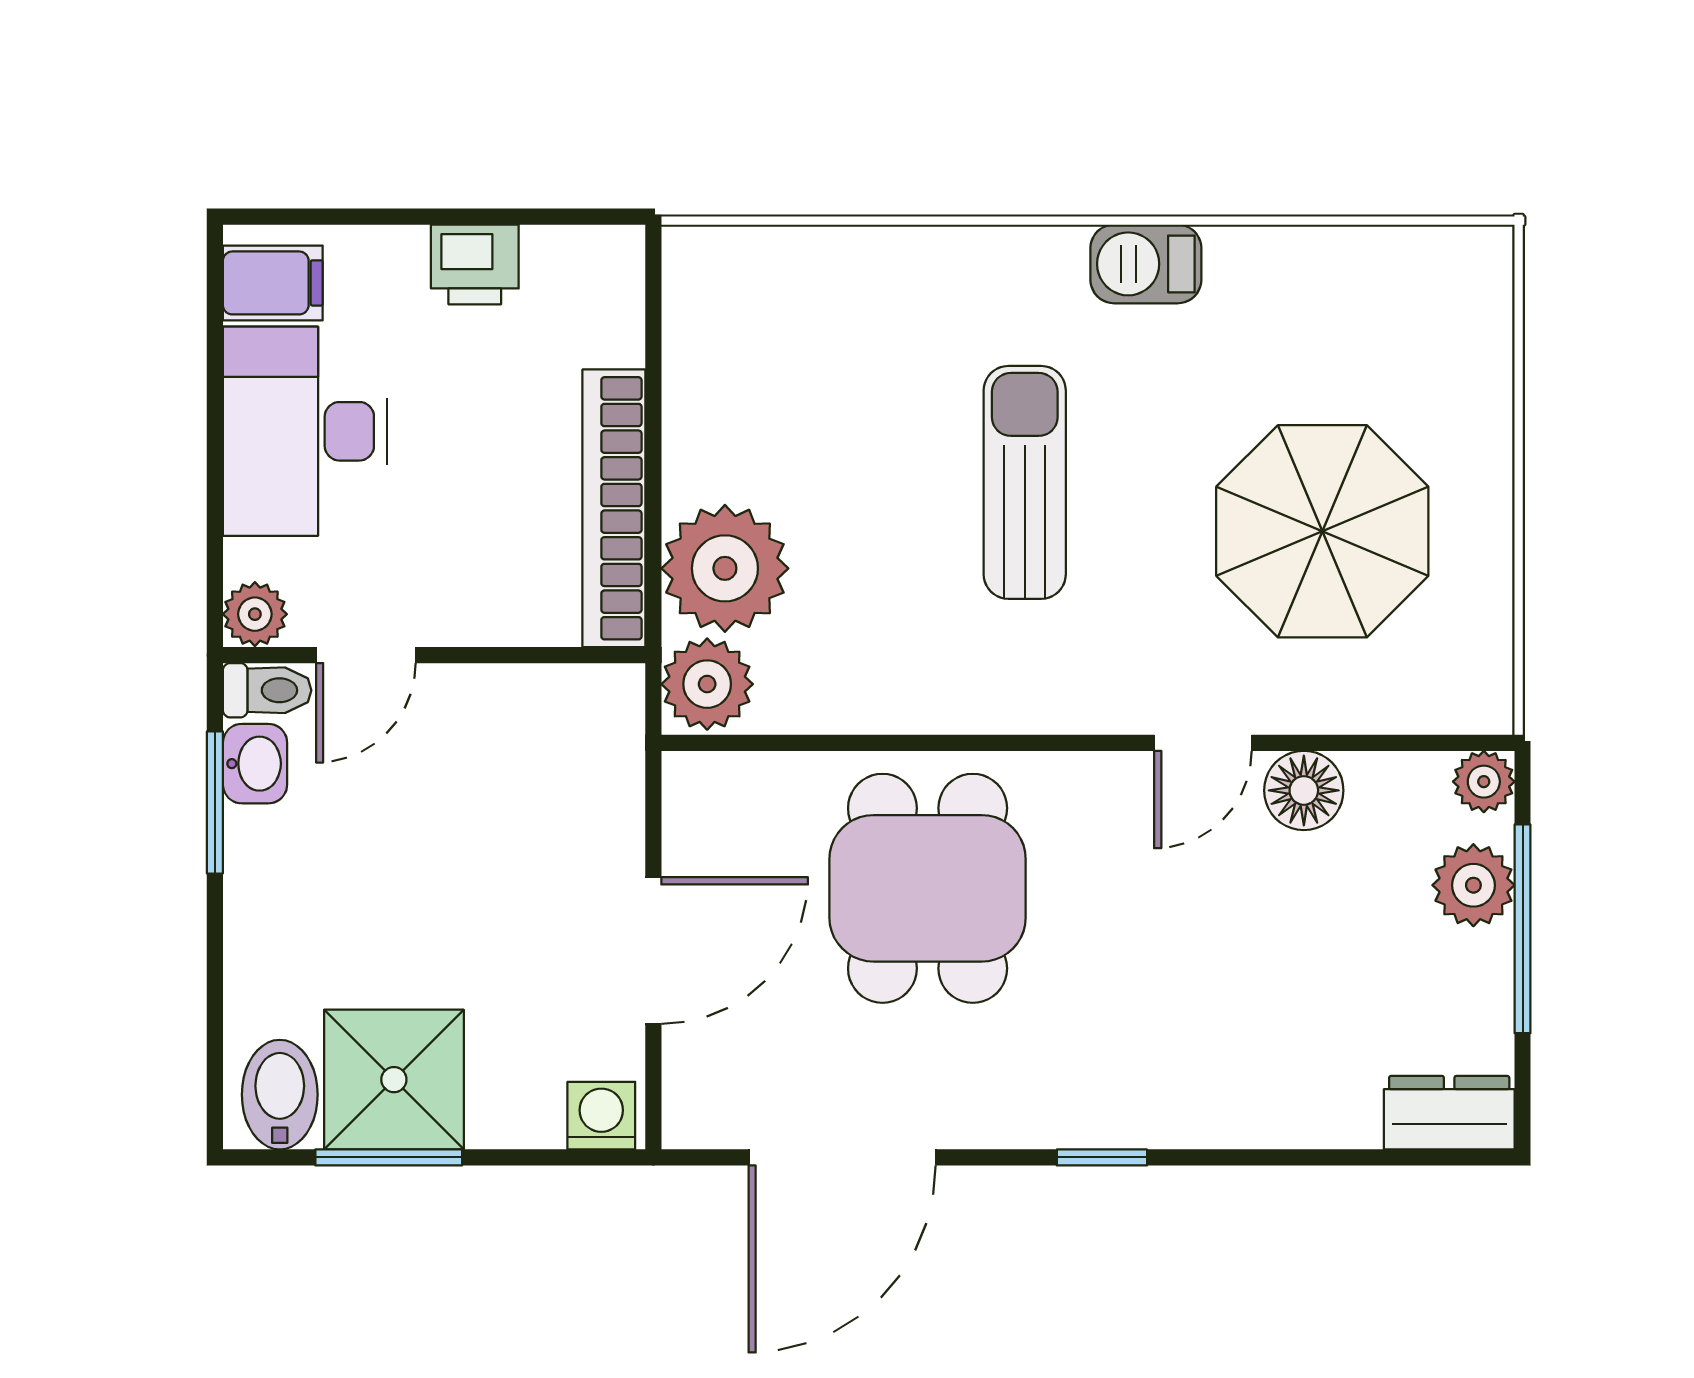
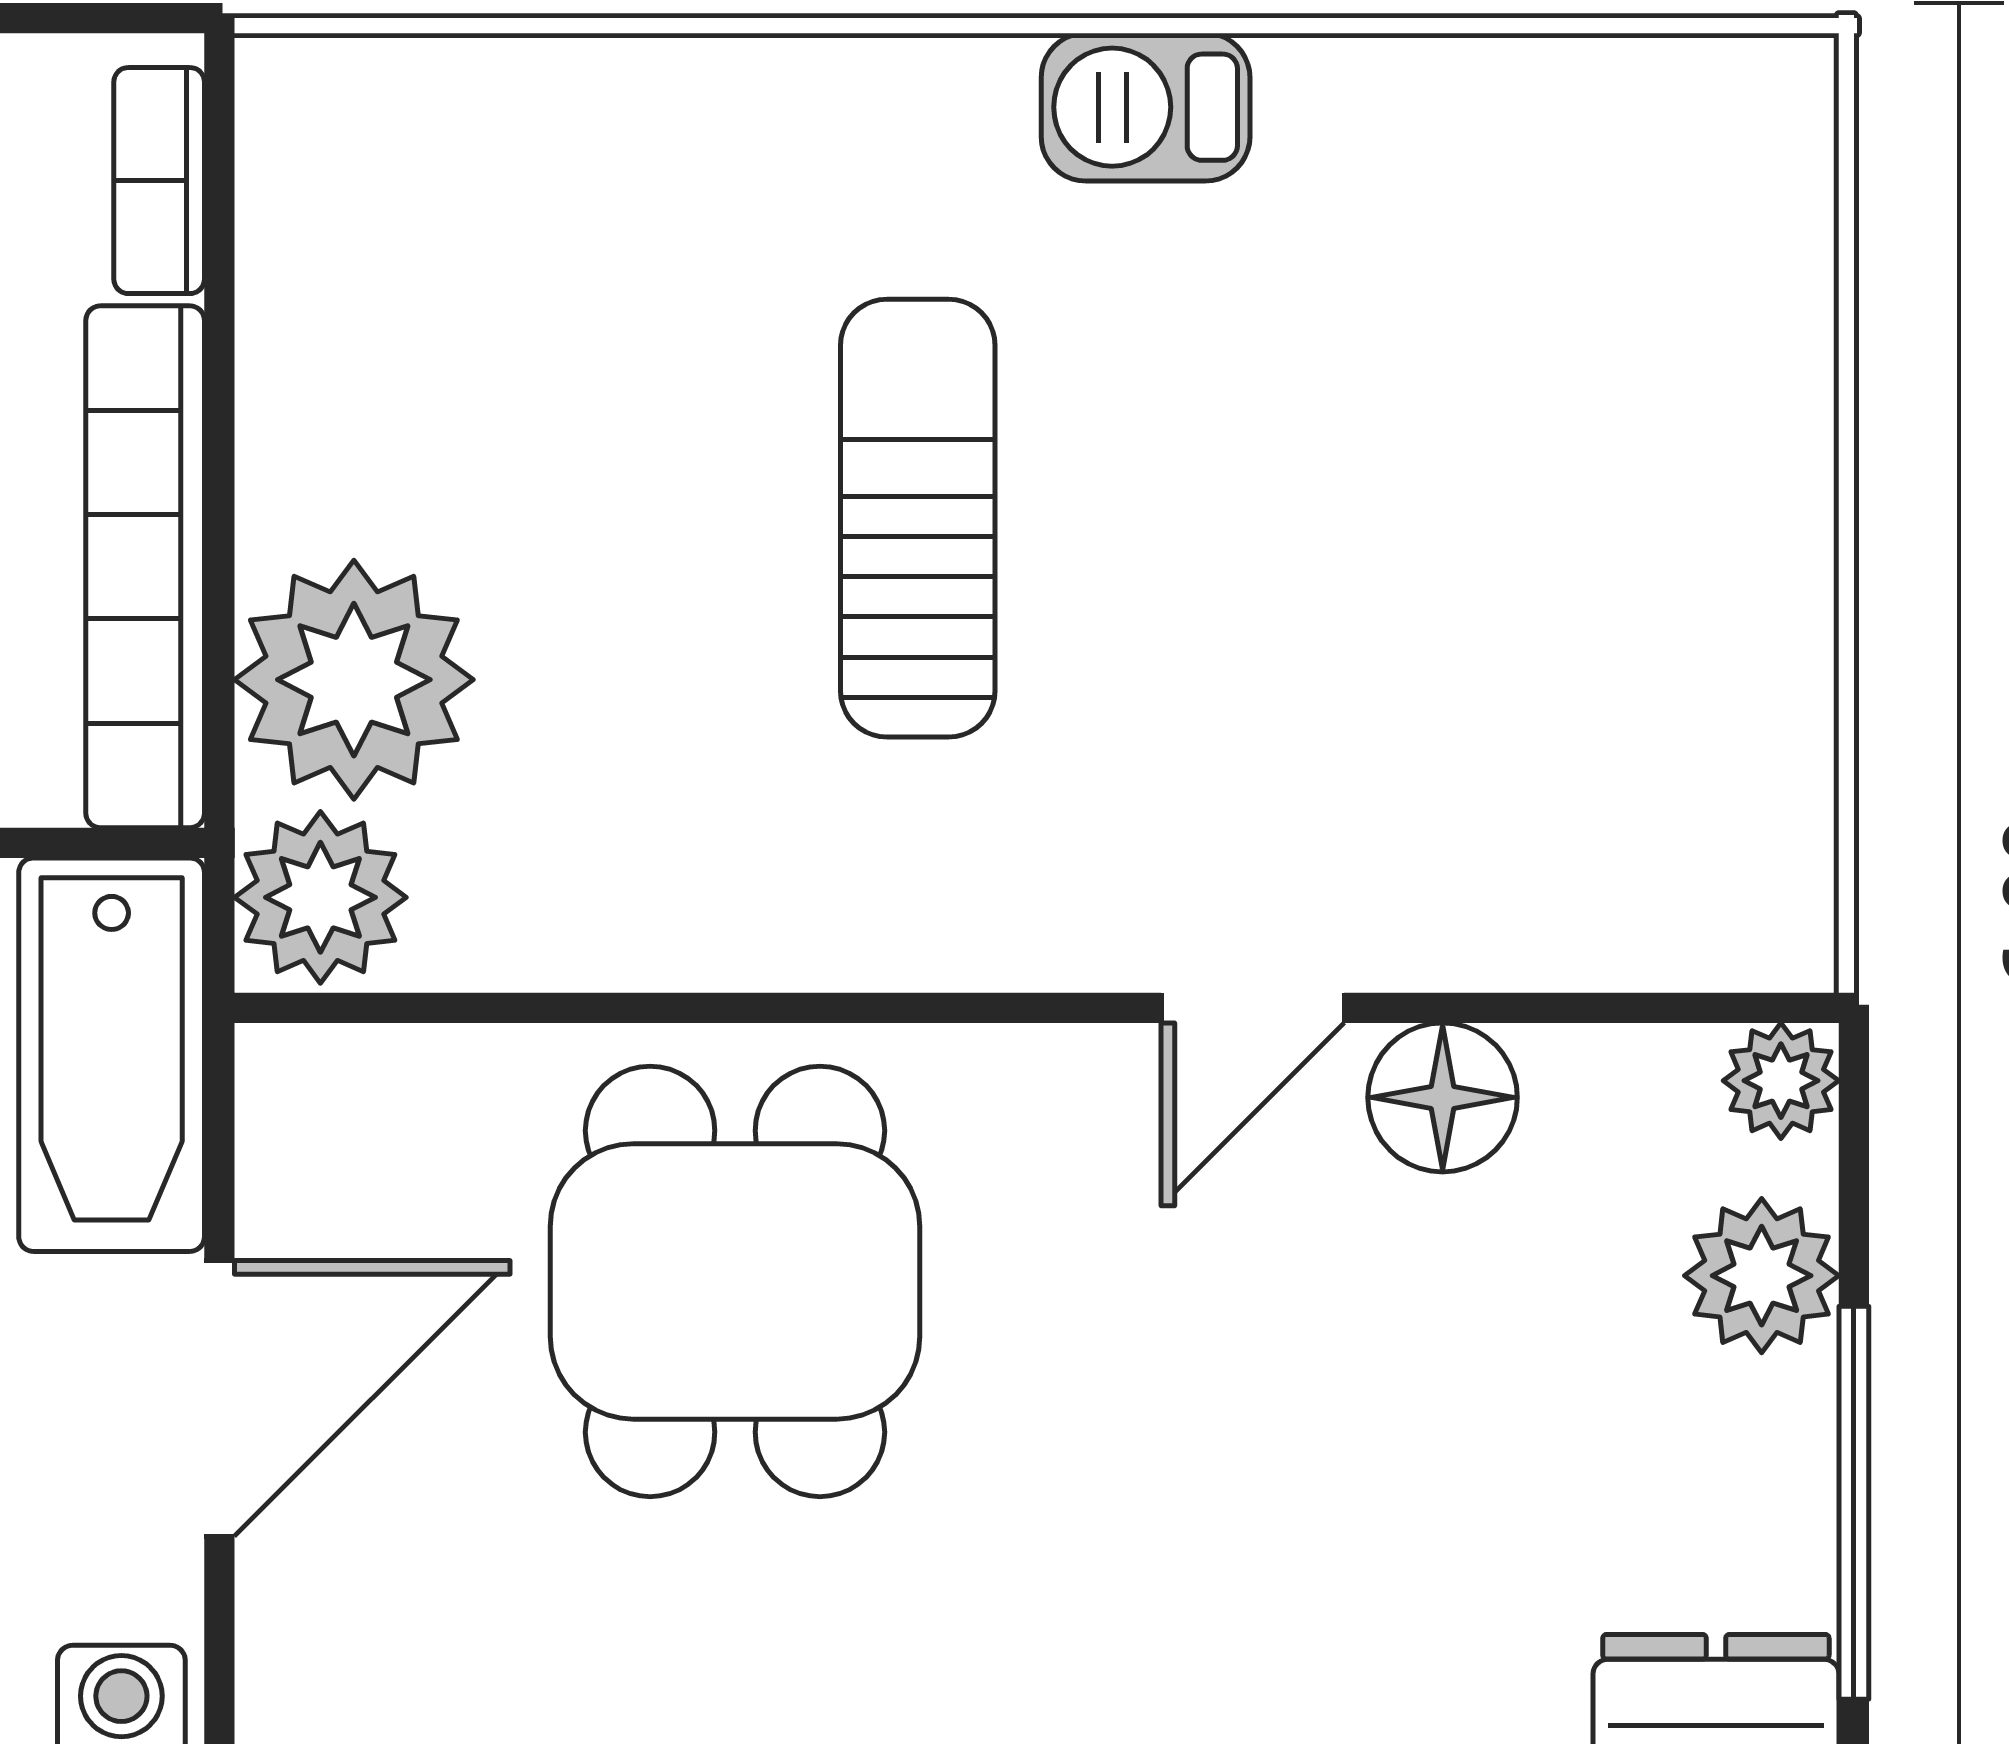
bookcase: (621, 303) -> (159, 181), added
parasol: (1322, 531) -> (1477, 610), removed
bathtub: (596, 768) -> (112, 1055), added
window: (1523, 929) -> (1854, 1503), moved

